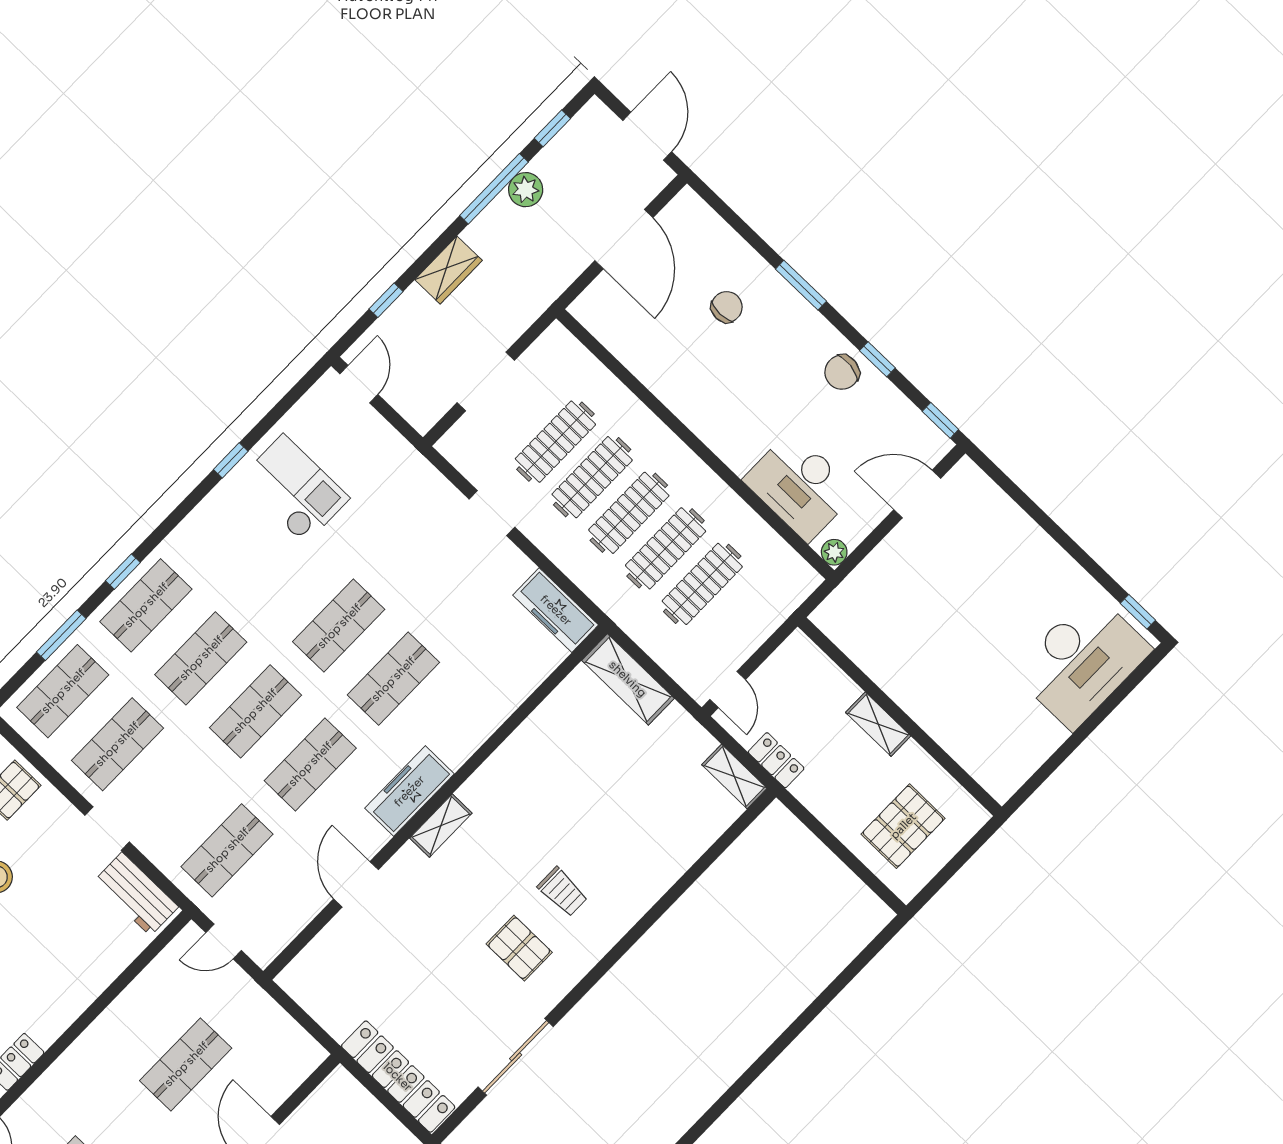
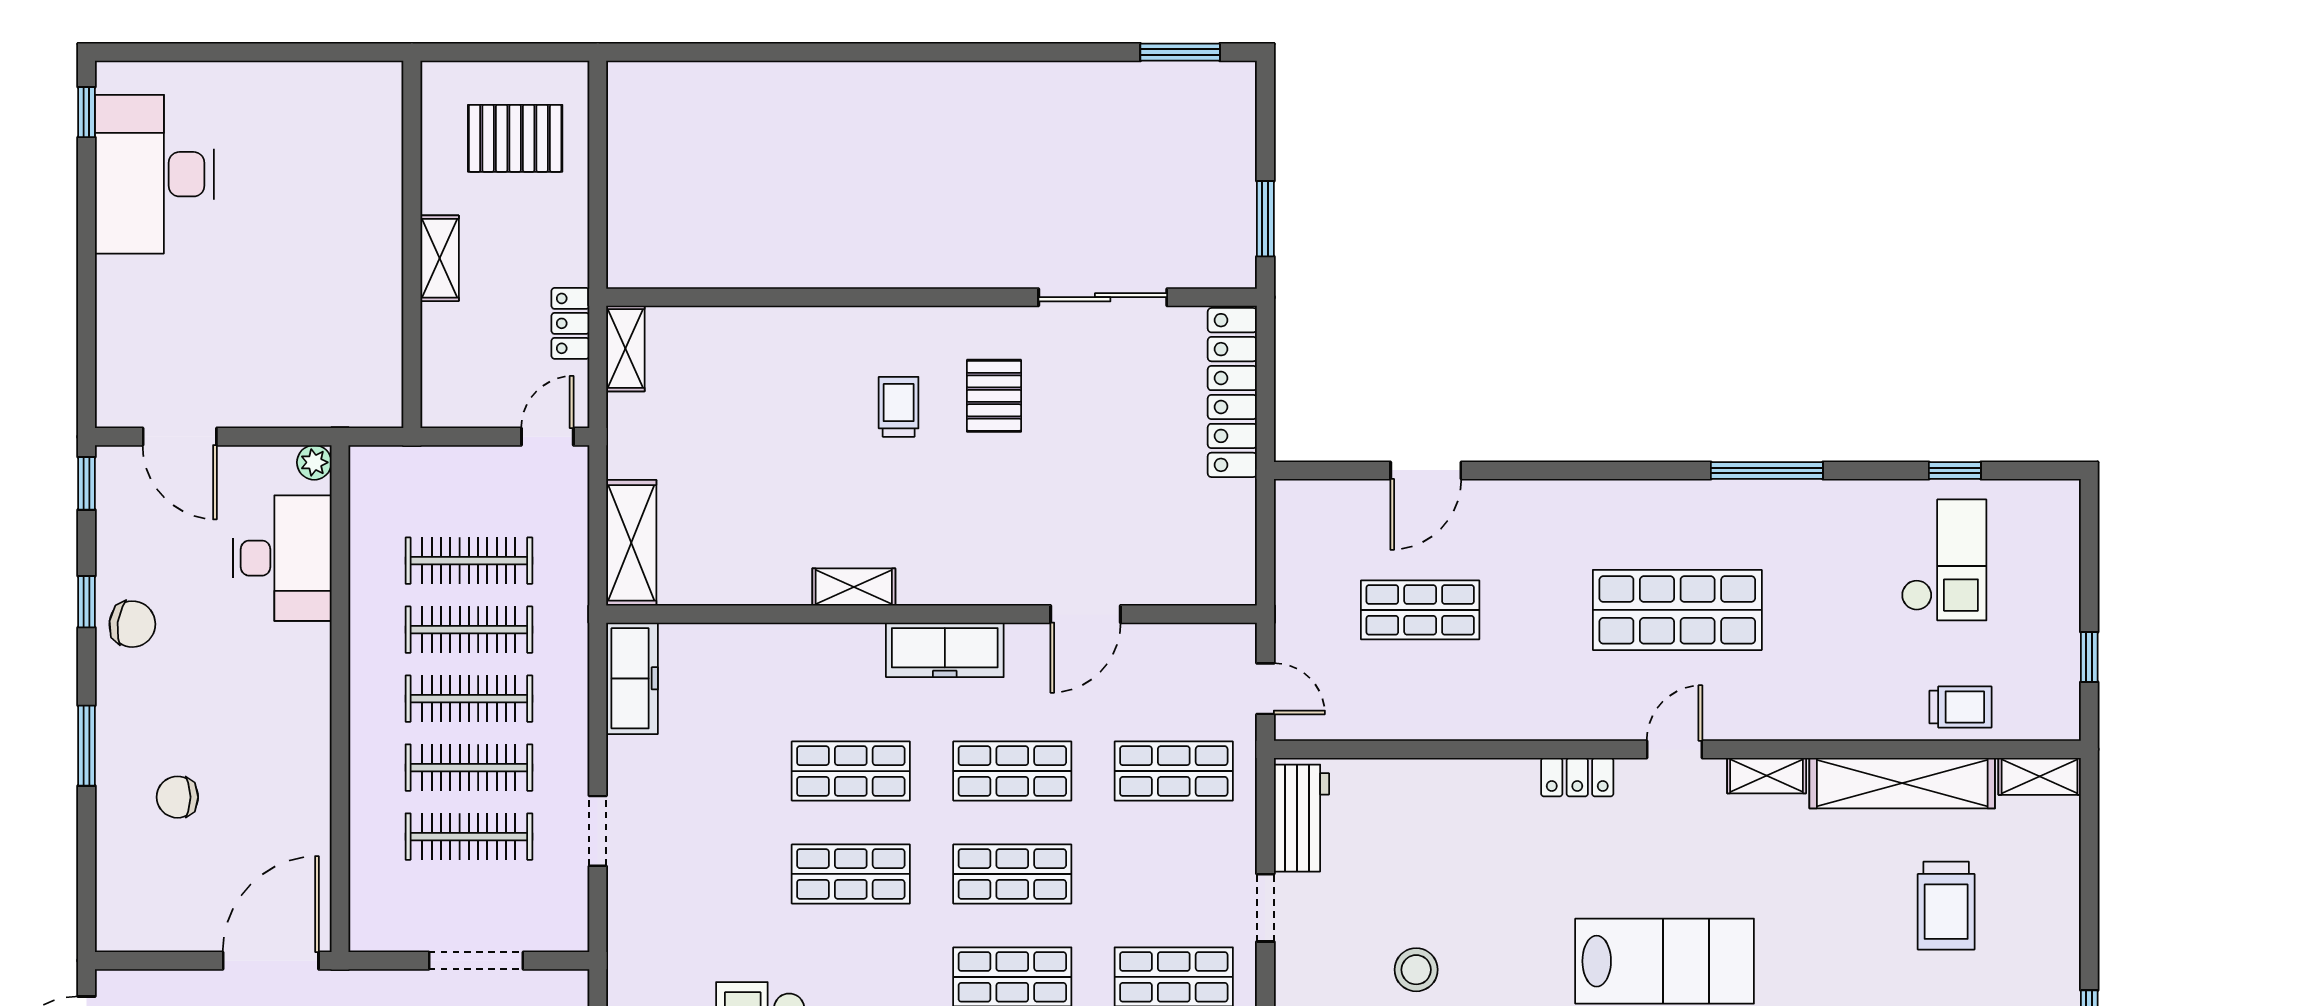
door: (624, 239) -> (271, 961), moved
desk: (1082, 661) -> (154, 174), moved, turned -90
shelving: (441, 826) -> (854, 587), moved

